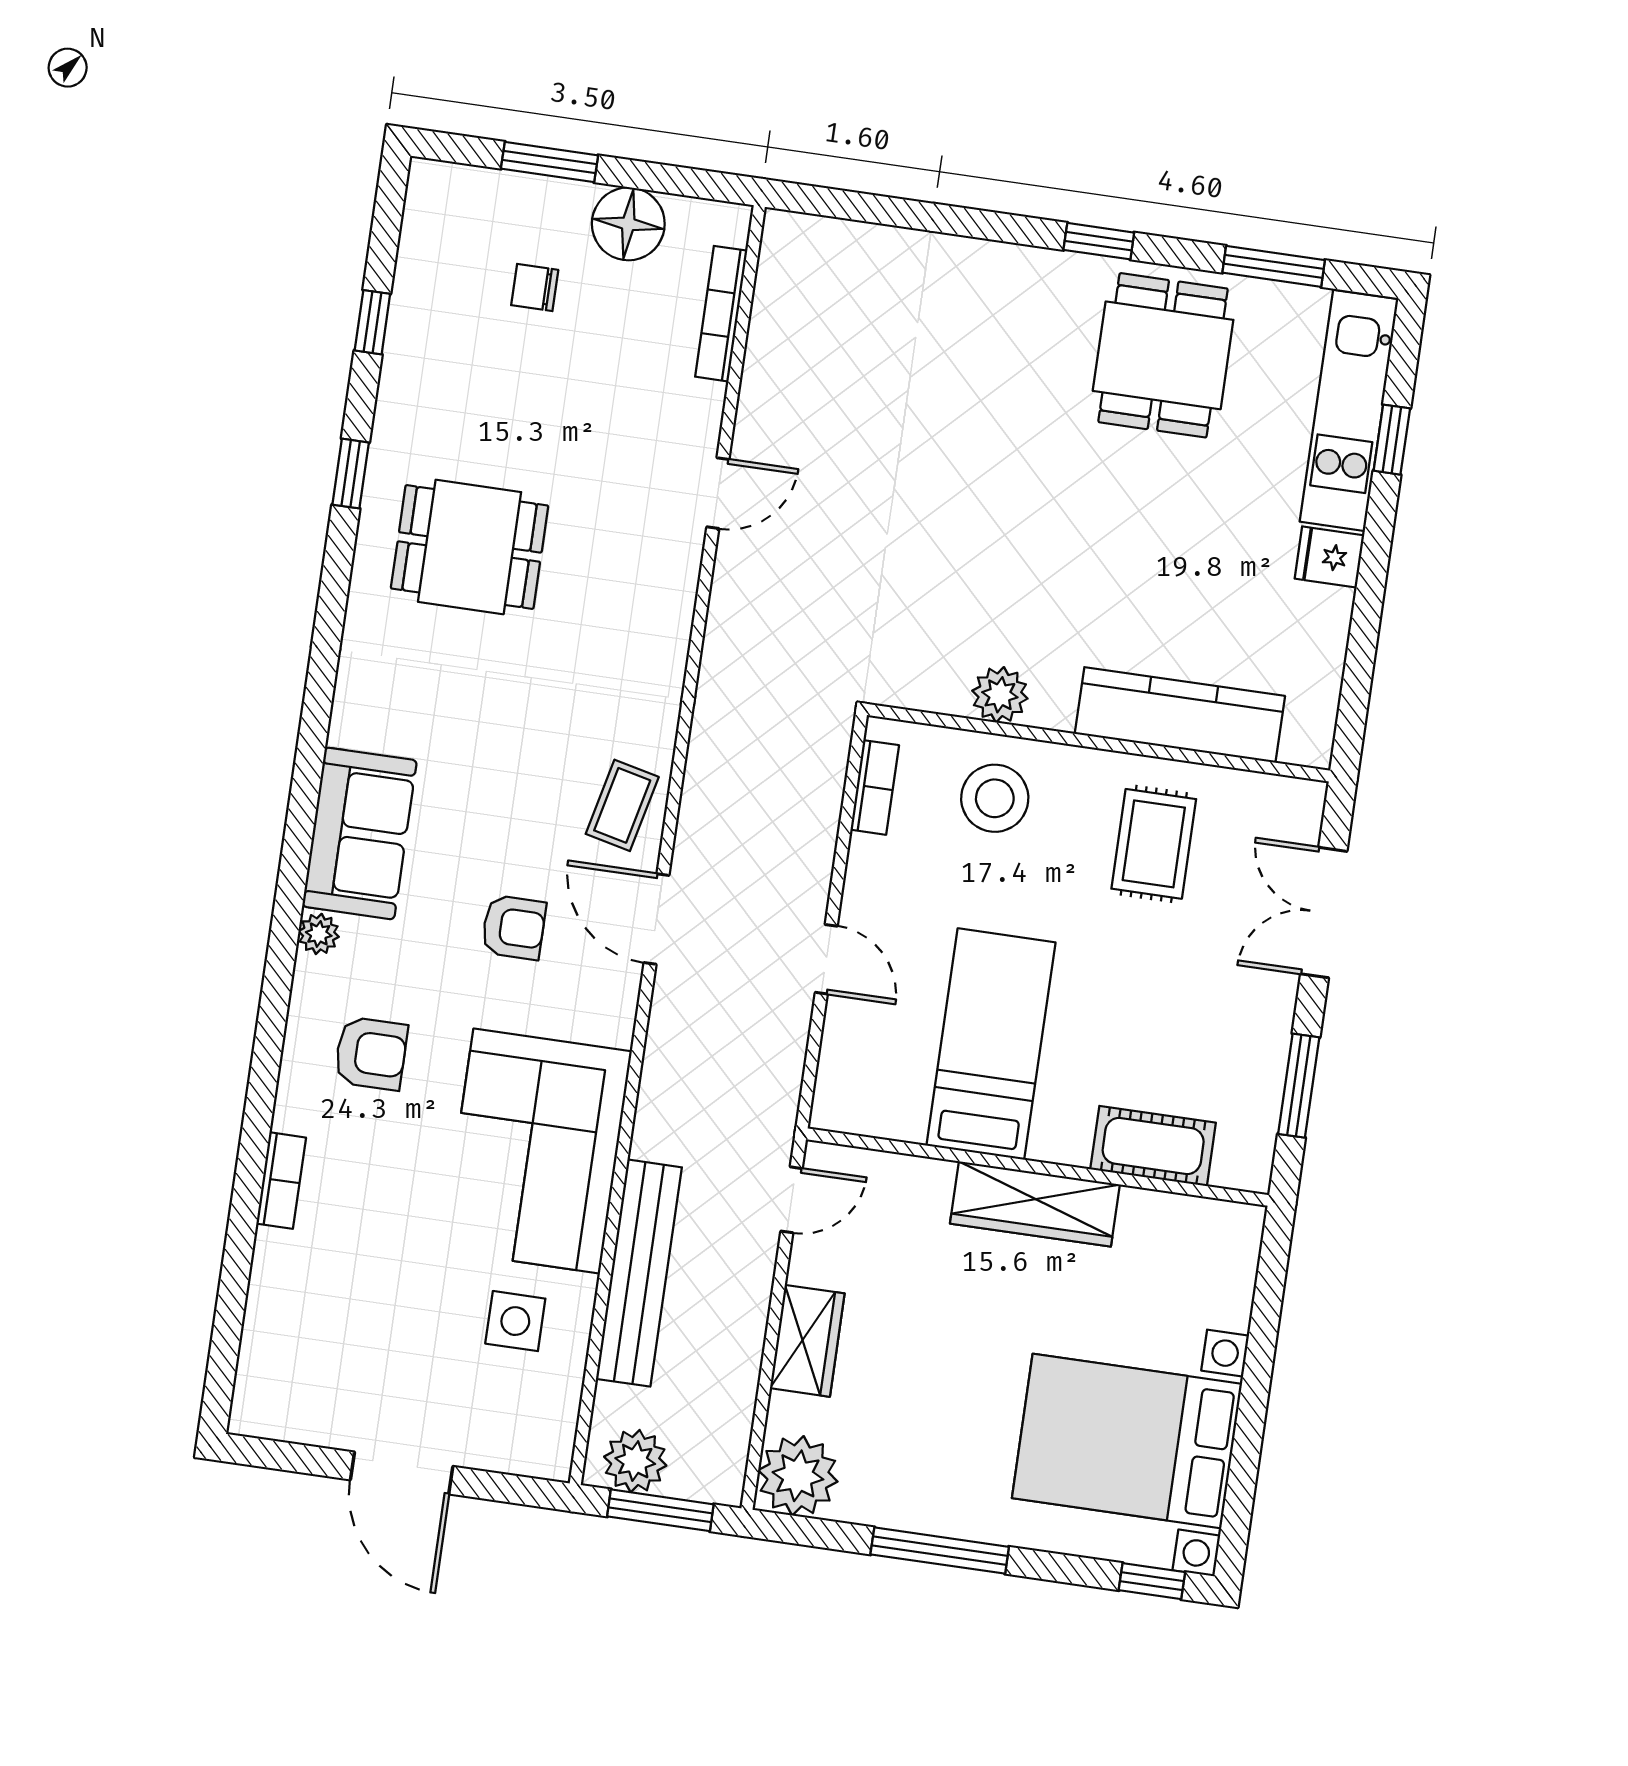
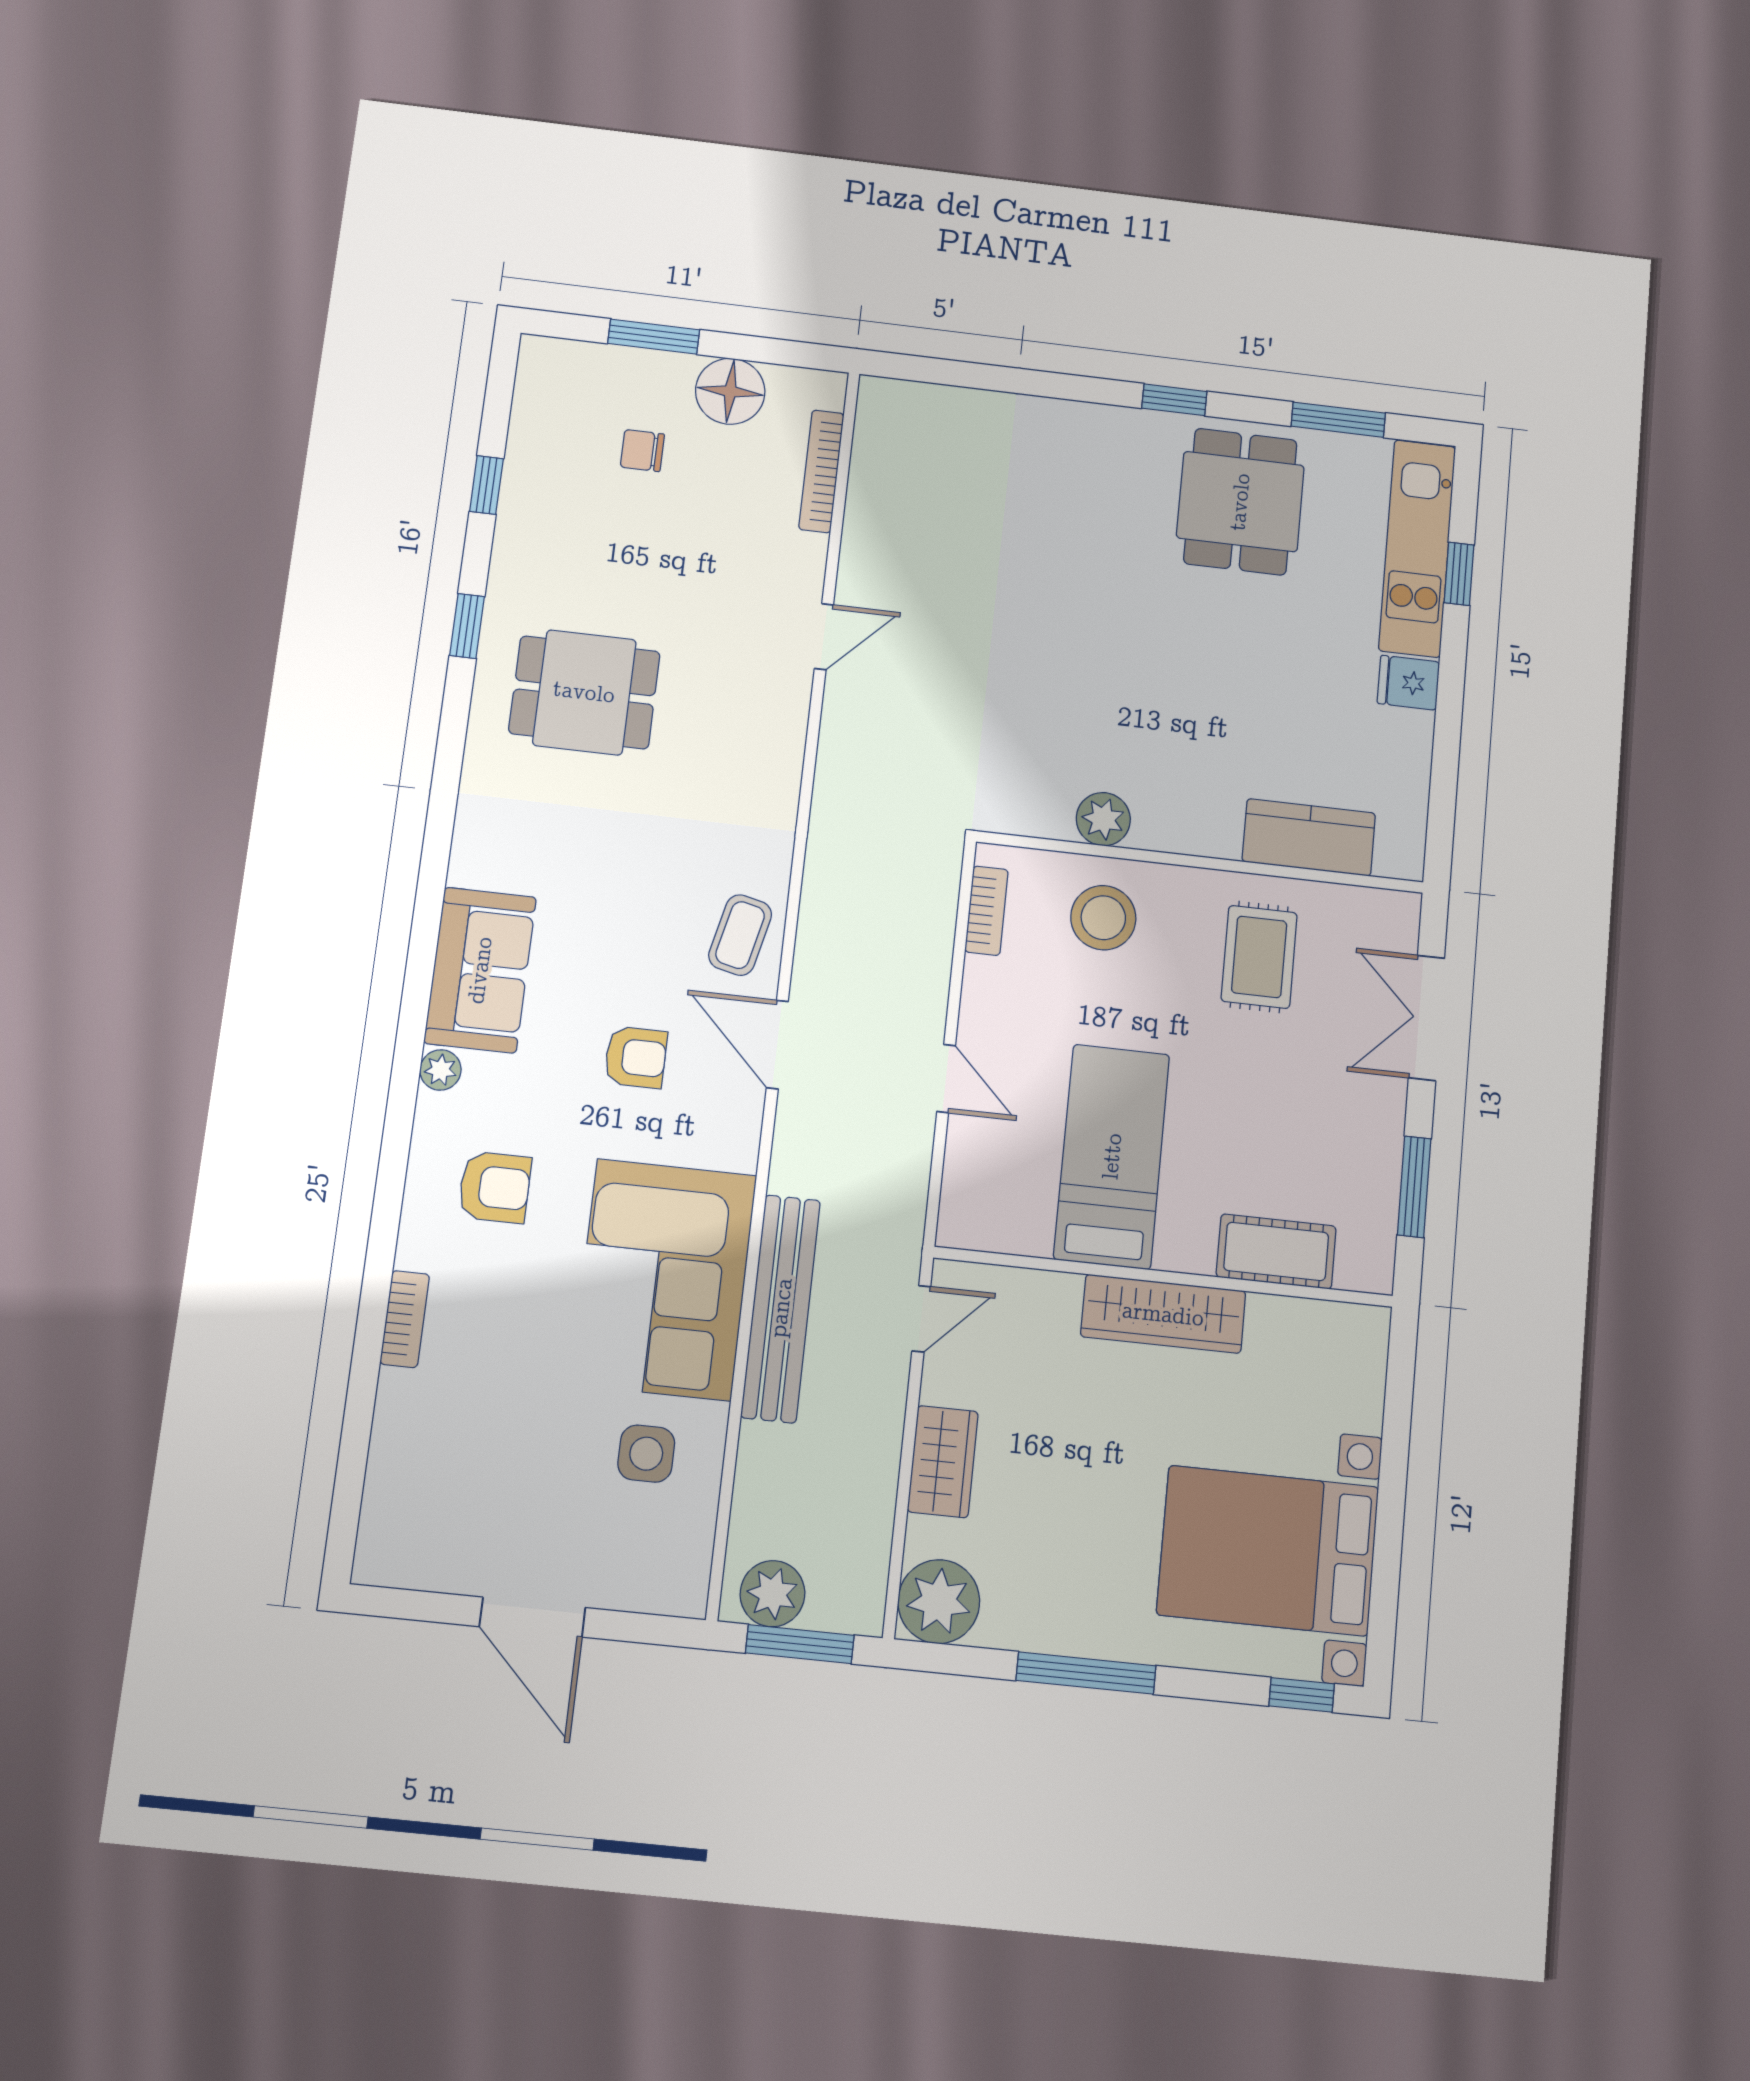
kitchen counter: (1180, 715) -> (1309, 837), width x0.67
bench: (639, 1273) -> (781, 1308), moved

